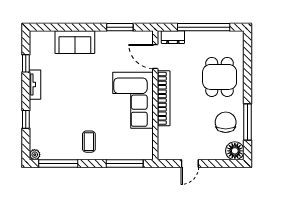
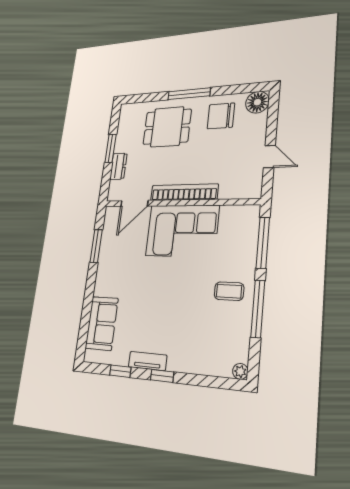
window: (204, 27) -> (111, 148), width x0.47
dresser: (173, 37) -> (118, 166), moved
sofa: (75, 42) -> (102, 323), moved
window: (26, 119) -> (162, 376), moved
window: (247, 122) -> (189, 94), moved
window: (58, 163) -> (258, 309), moved

